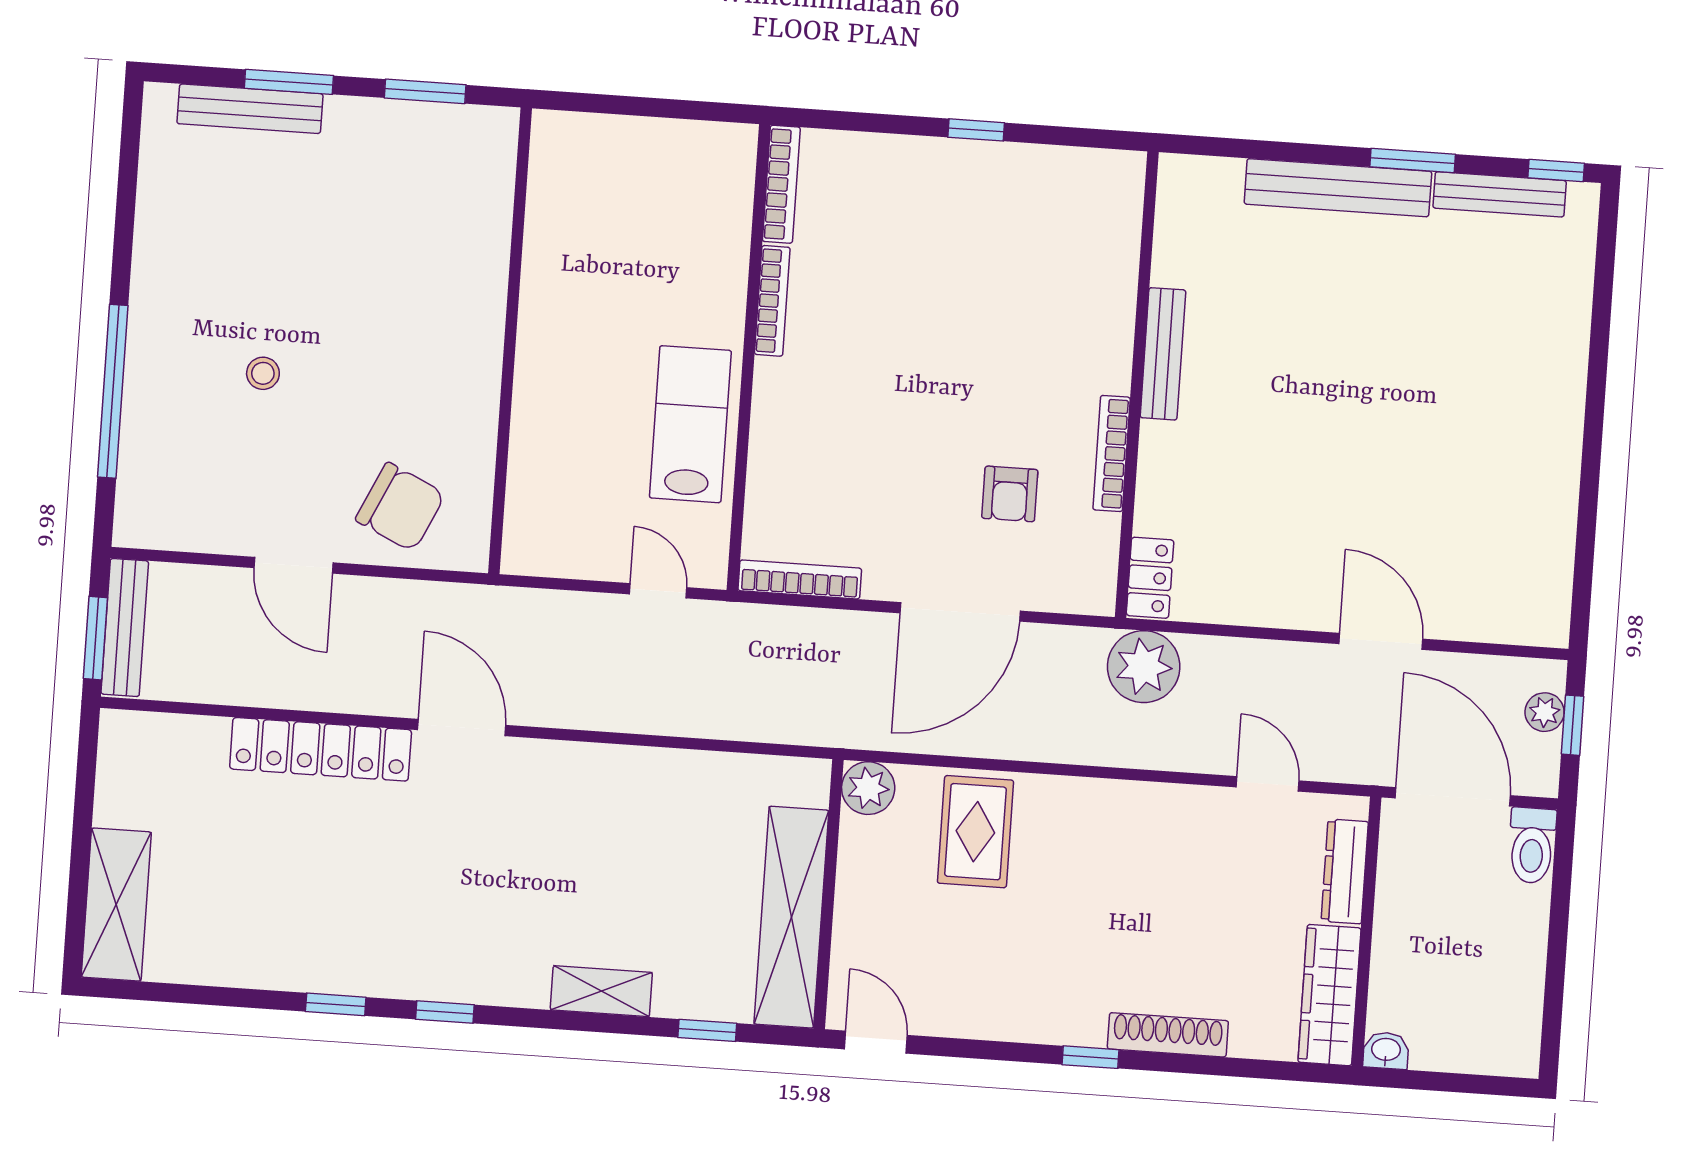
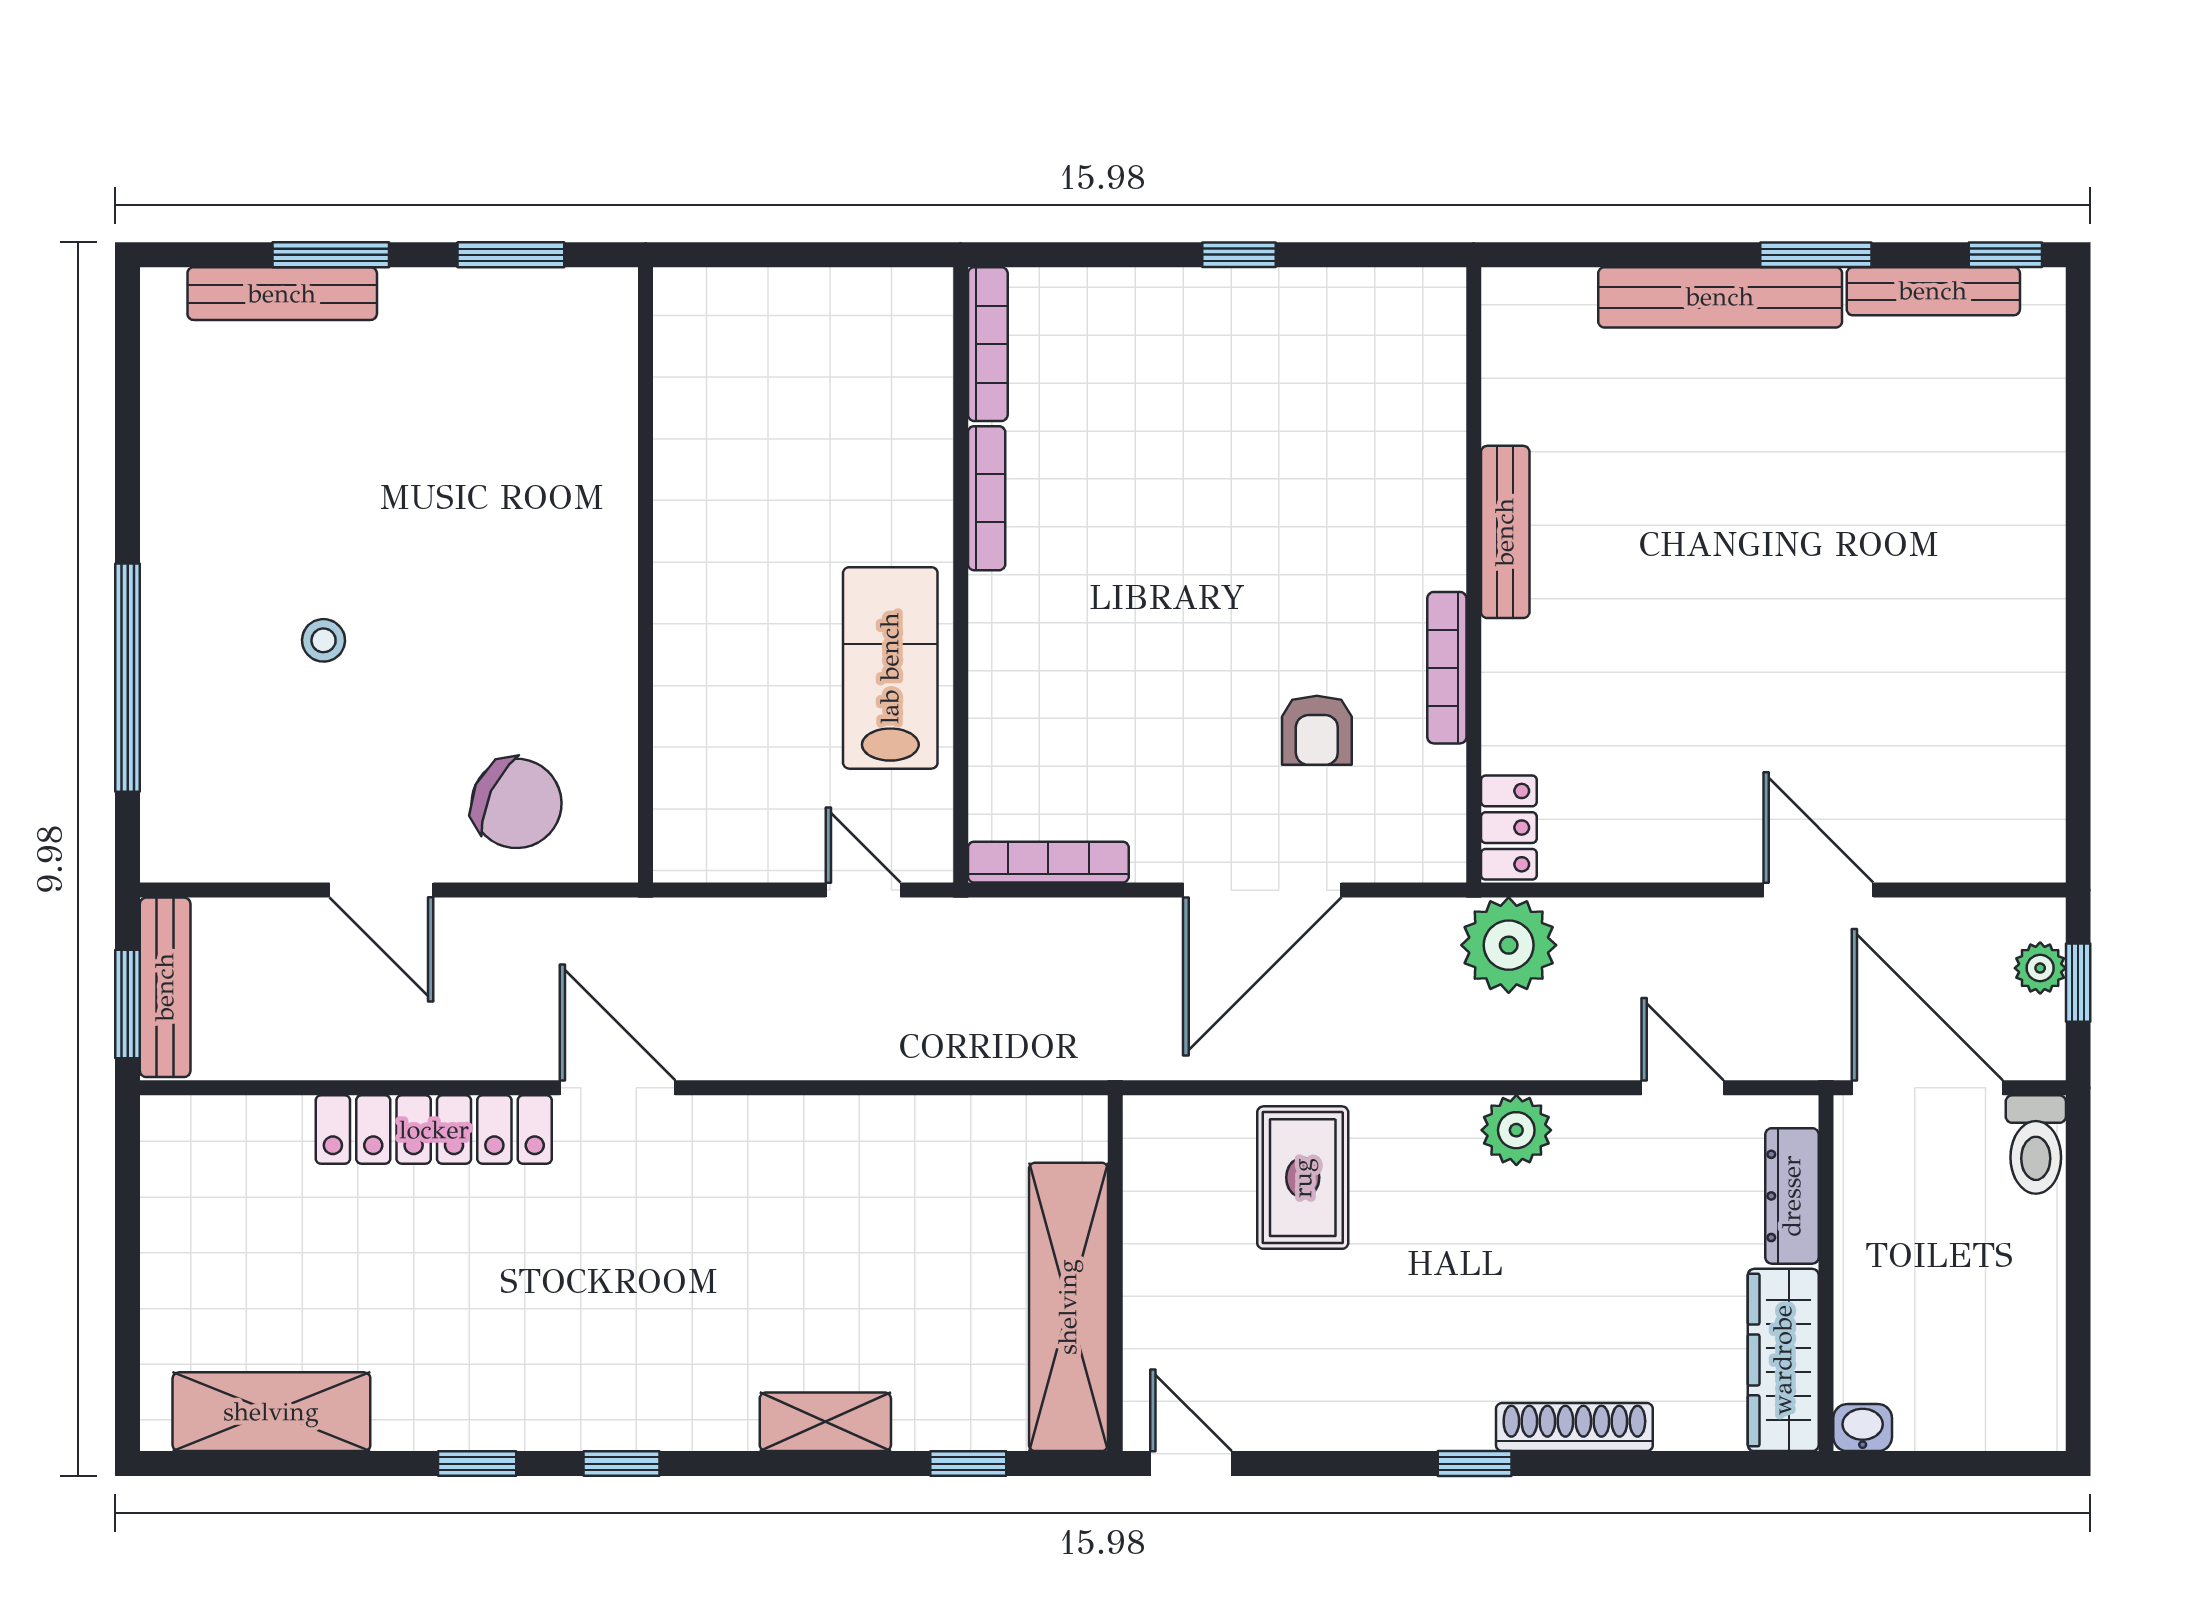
plant: (868, 788) -> (1516, 1130), moved
shelving: (116, 905) -> (271, 1412), moved, turned 90

